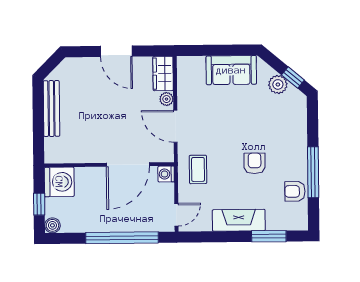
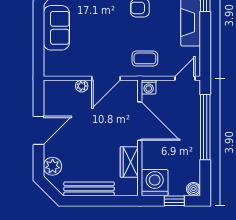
plant: (76, 67) -> (53, 166), added
wardrobe: (163, 74) -> (129, 162), moved, turned 90
door: (176, 215) -> (185, 78), hinge flipped

